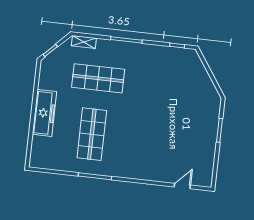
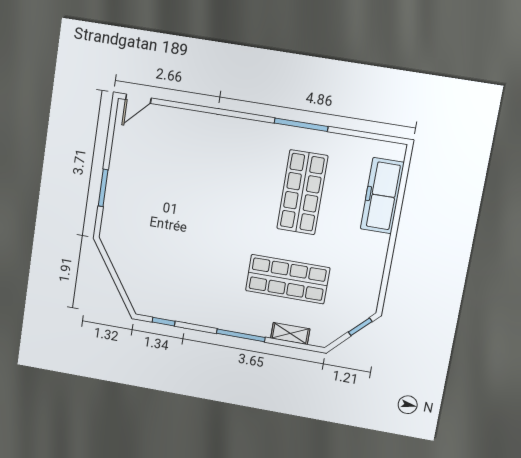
shelving: (84, 42) -> (290, 333), moved
freezer: (44, 113) -> (382, 196), moved
door: (182, 186) -> (138, 99), moved

